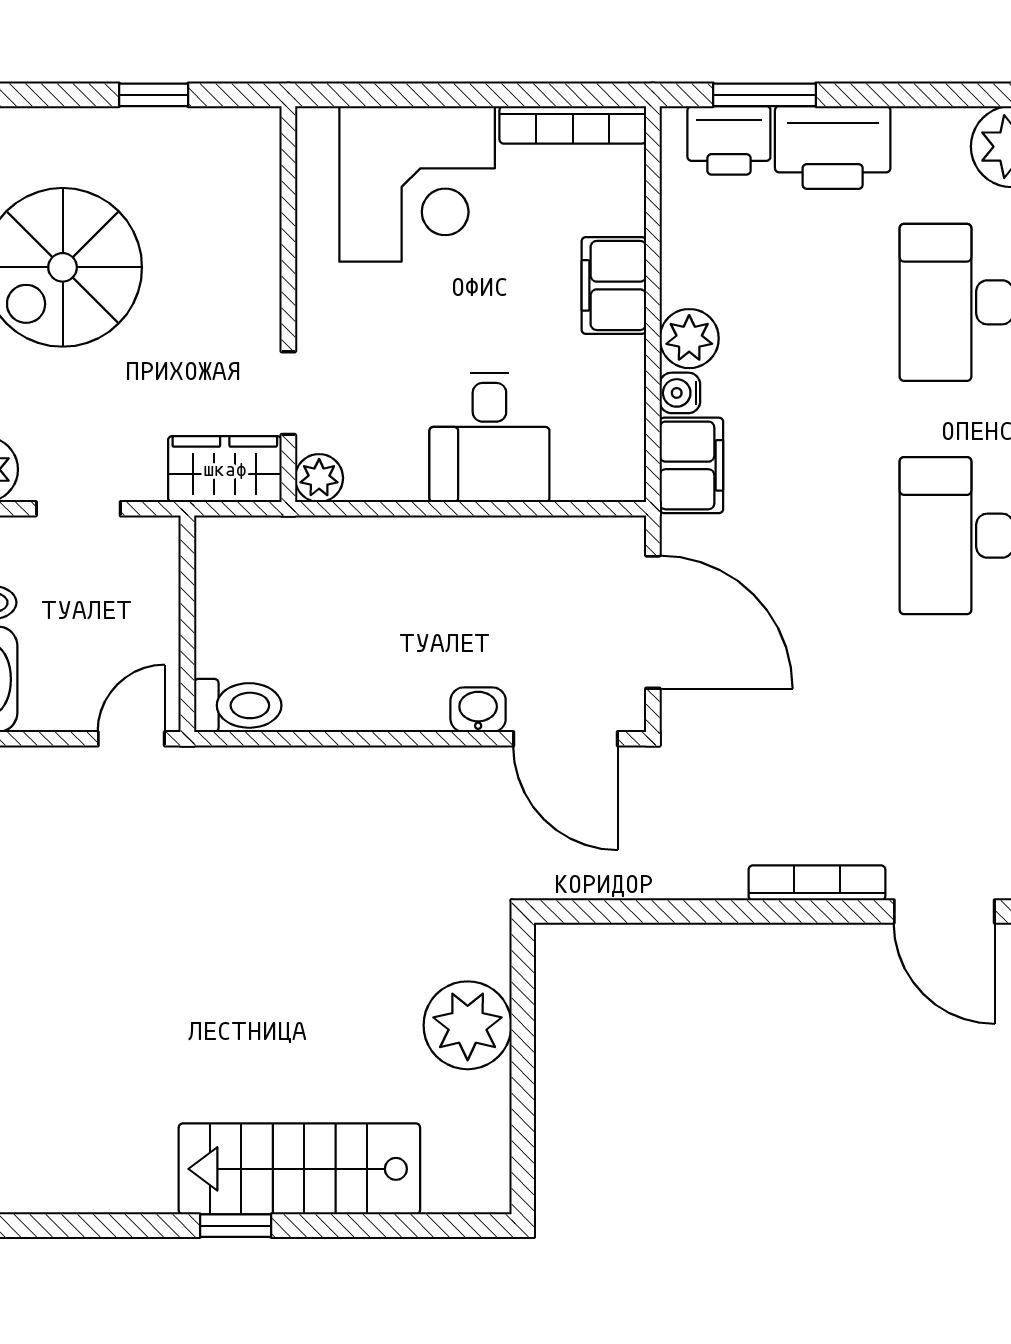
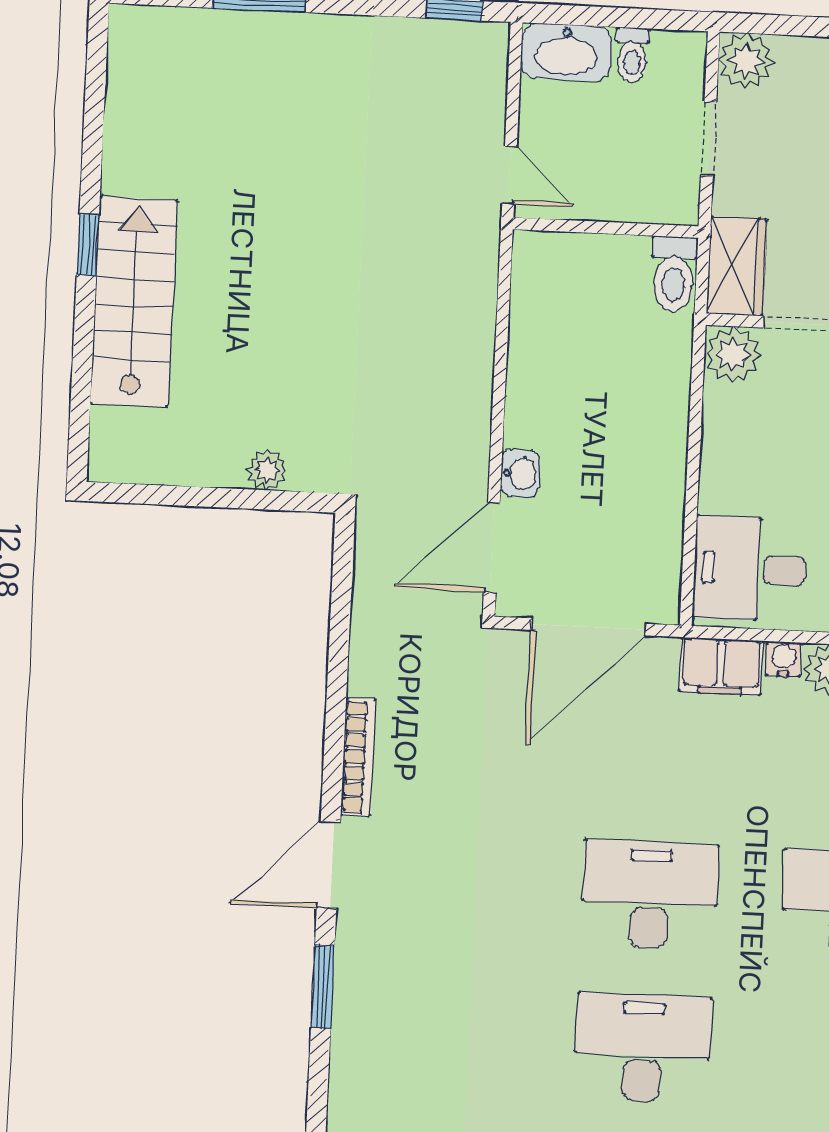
desk: (489, 437) -> (750, 569), moved
plant: (319, 478) -> (733, 355), width x1.38, depth x1.38
toilet: (238, 705) -> (674, 274), moved
plant: (468, 1025) -> (267, 470), width x0.53, depth x0.53

